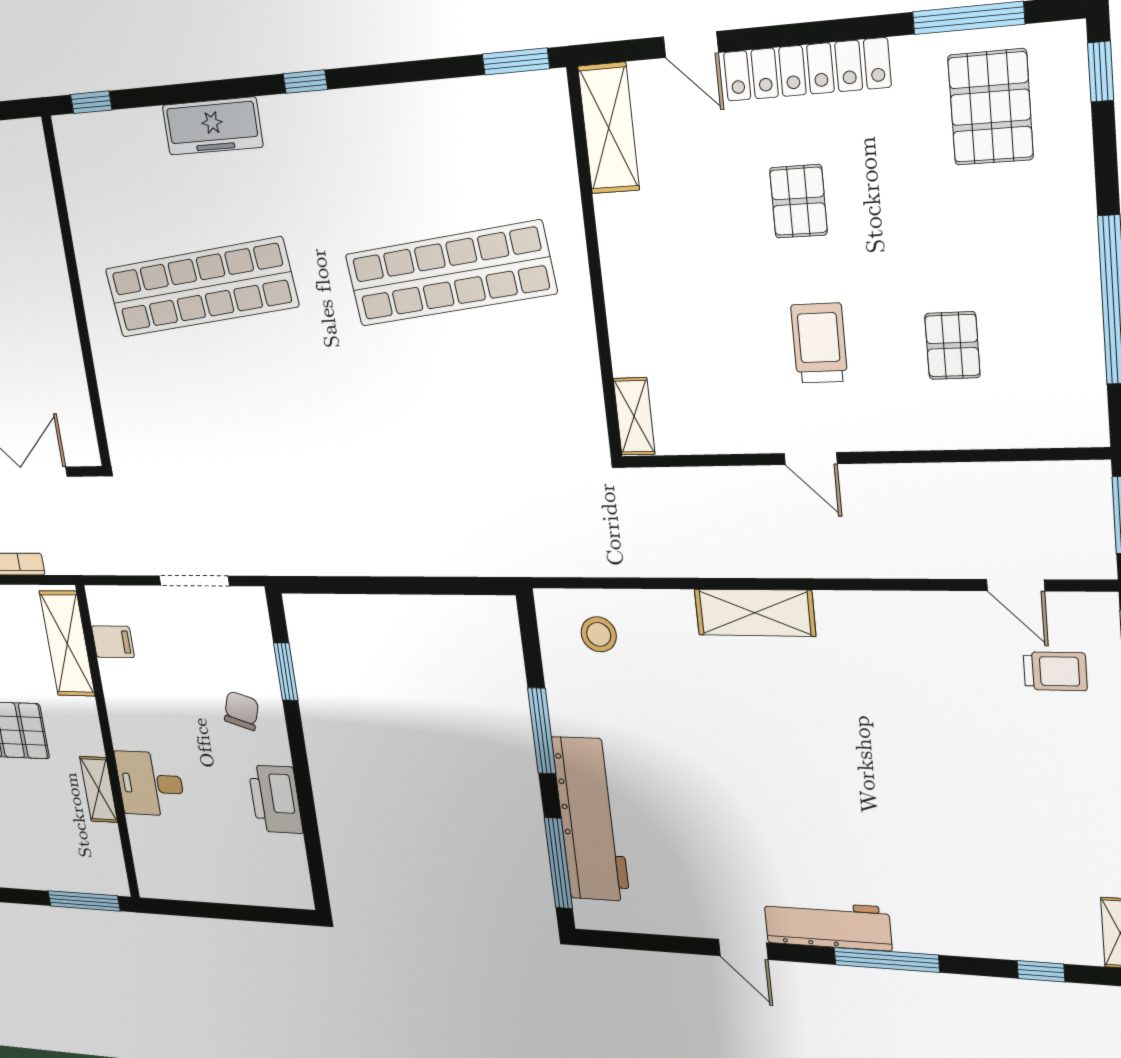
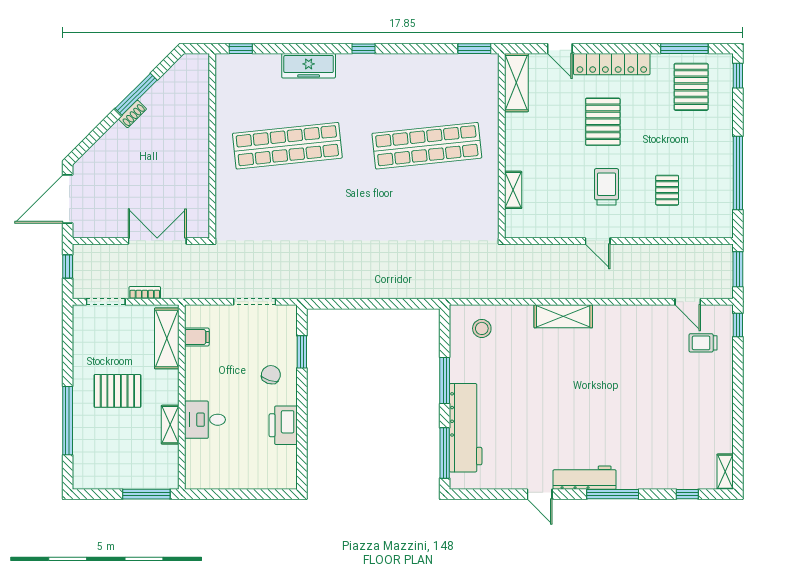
pallet: (798, 201) -> (603, 122), width x1.50, depth x1.42
shelving: (634, 416) -> (513, 190), moved
trolley: (1055, 671) -> (703, 343), turned 180

